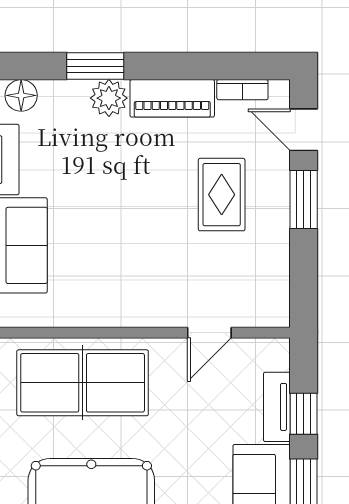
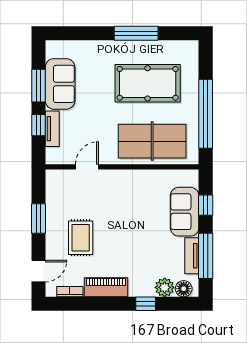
window: (95, 66) -> (146, 304), width x0.67
plant: (109, 98) -> (165, 287), moved
door: (304, 130) -> (38, 271), hinge flipped
window: (304, 200) -> (38, 219), moved

